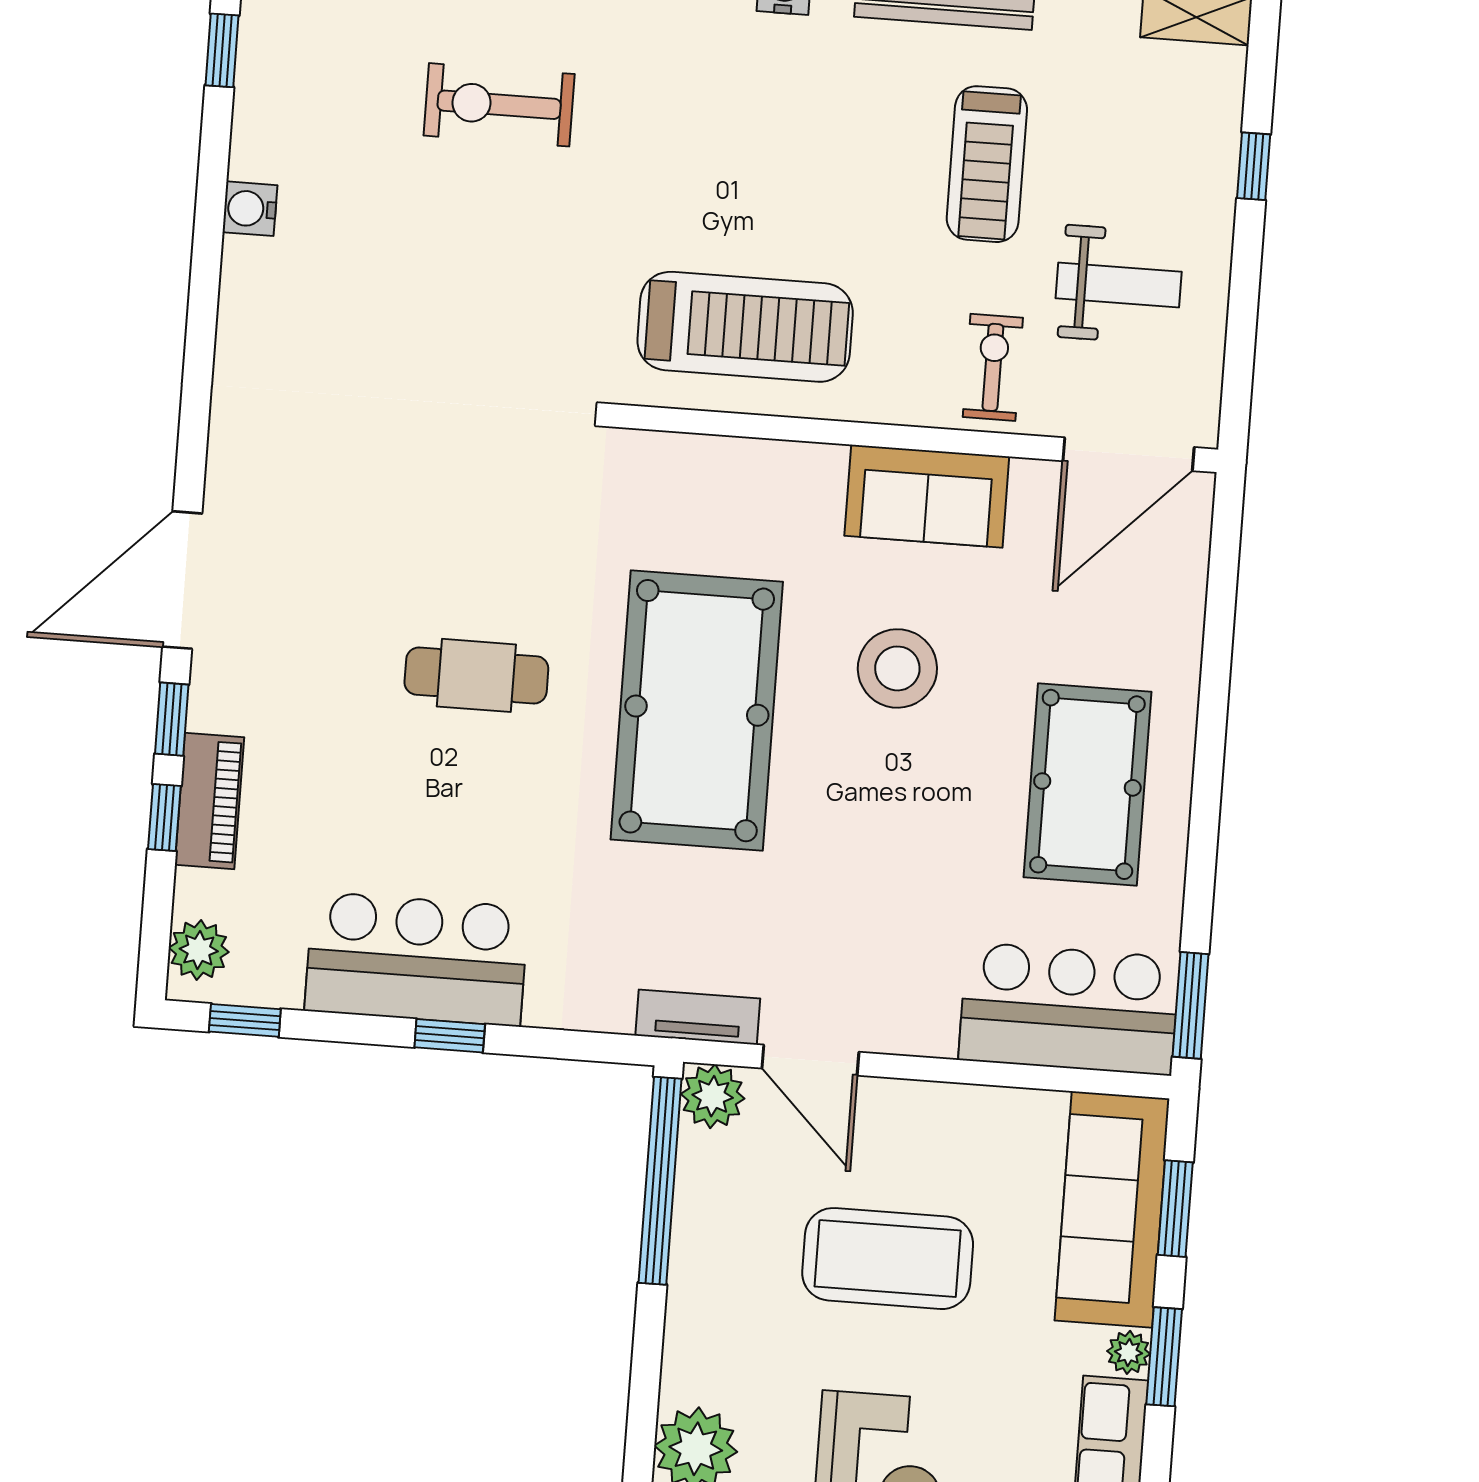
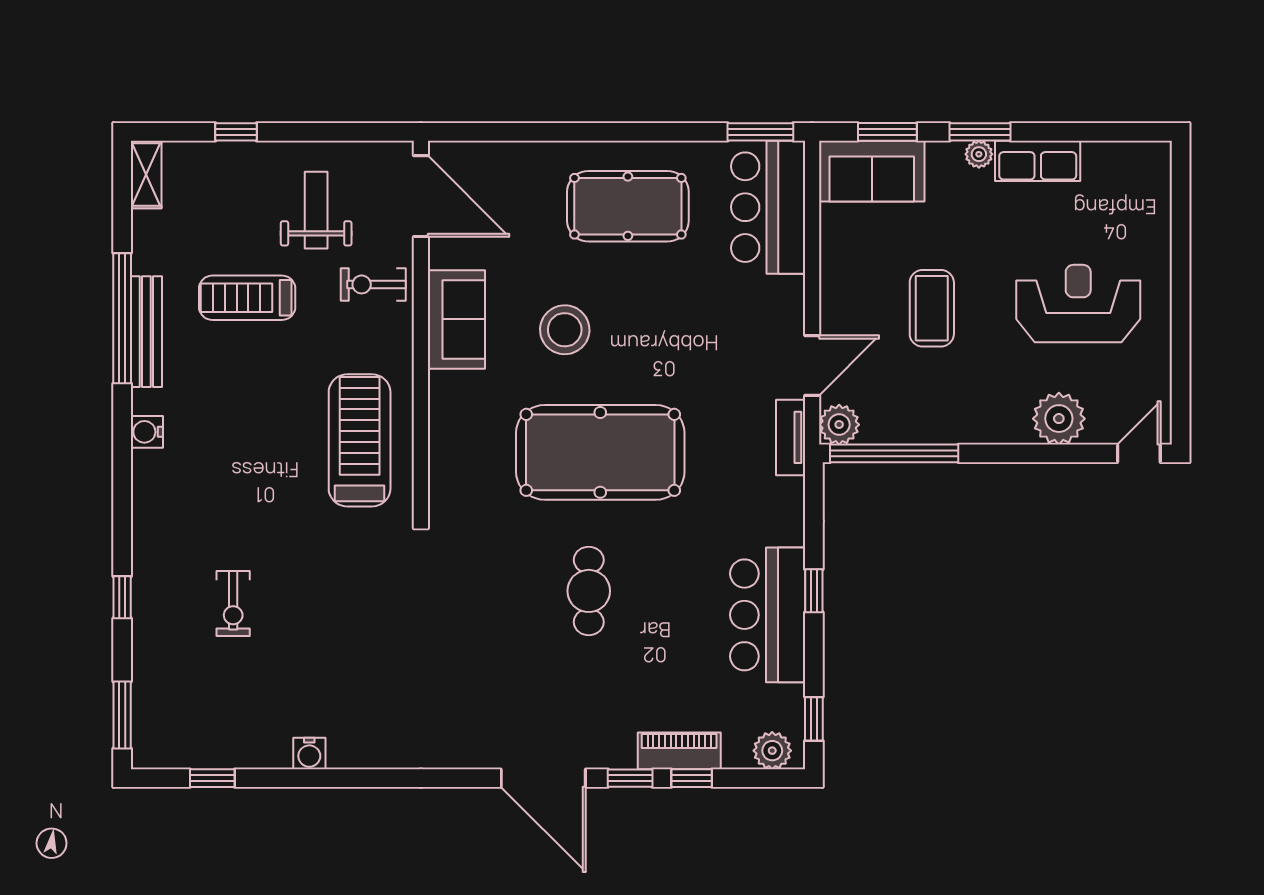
exercise bike: (499, 105) -> (233, 603), width x0.73, depth x0.72
treadmill: (987, 164) -> (247, 298), turned 180
sofa: (1112, 1209) -> (872, 171), width x0.73
coffee table: (888, 1259) -> (932, 308), width x0.73, depth x0.76

